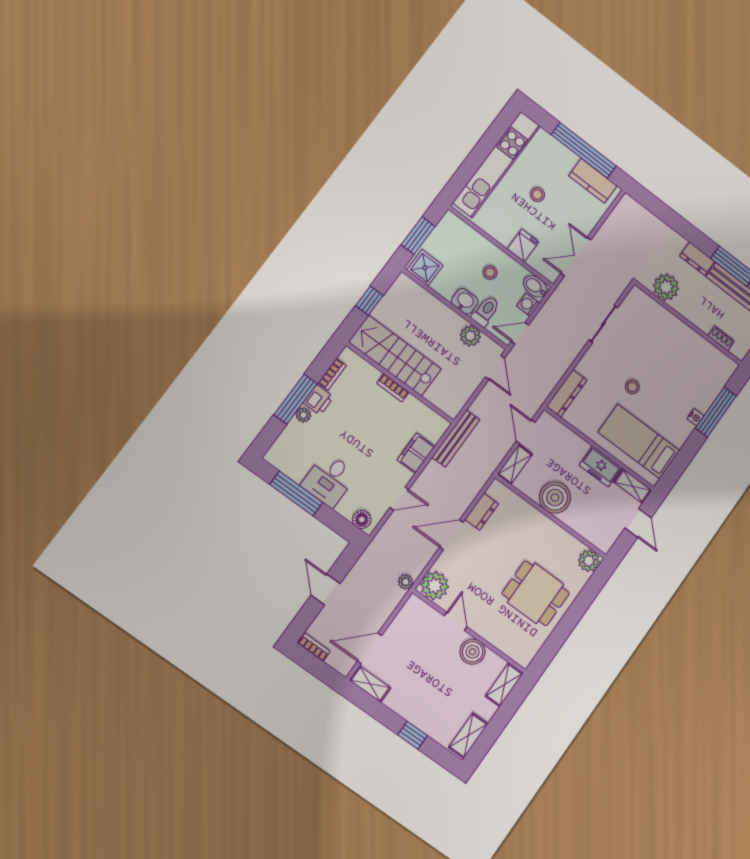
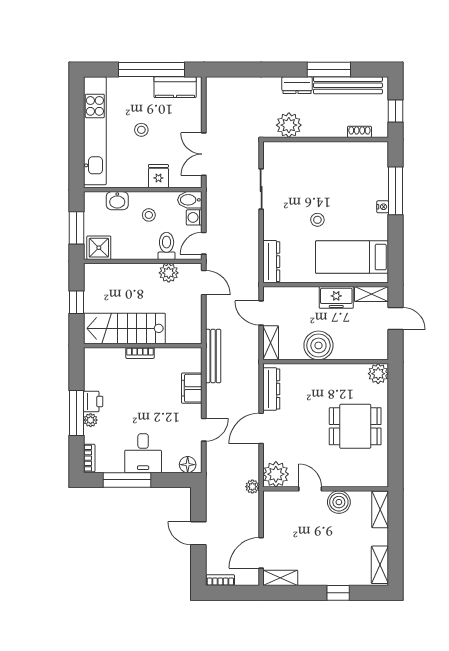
washbasin: (465, 301) -> (117, 201), moved, turned 180
bookcase: (332, 374) -> (89, 458), moved
dresser: (482, 512) -> (271, 389), width x1.44

